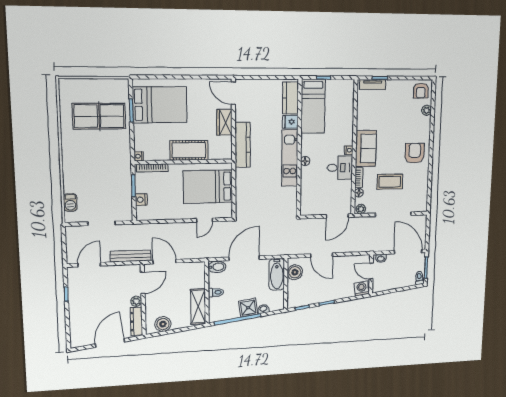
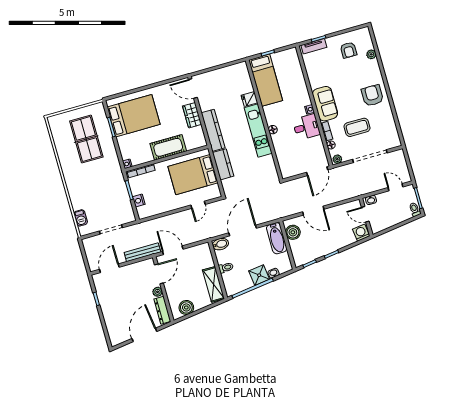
armchair: (421, 91) -> (348, 50), moved
kitchen counter: (290, 98) -> (223, 164), moved, turned 180
table tennis table: (99, 116) -> (86, 139), turned 90
door: (408, 252) -> (396, 187), width x0.53

